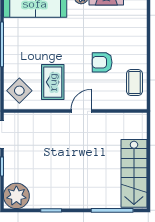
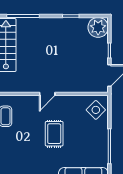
armchair: (102, 62) -> (31, 132), removed
rug: (53, 82) -> (54, 134), moved

